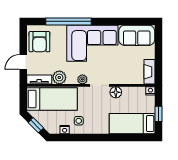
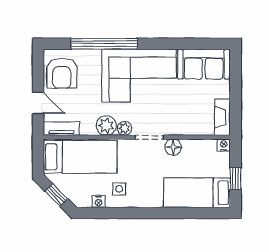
door: (23, 62) -> (38, 103), swing flipped
plant: (59, 77) -> (106, 126), moved

